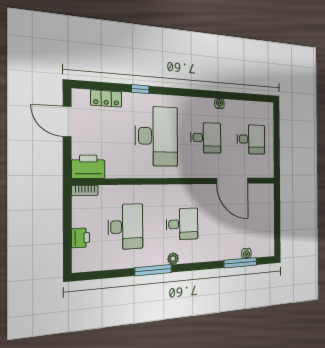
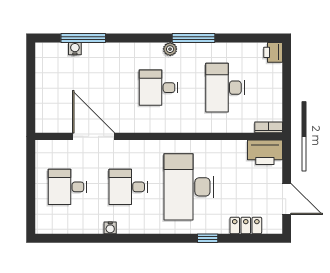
printer: (81, 238) -> (273, 52), moved

